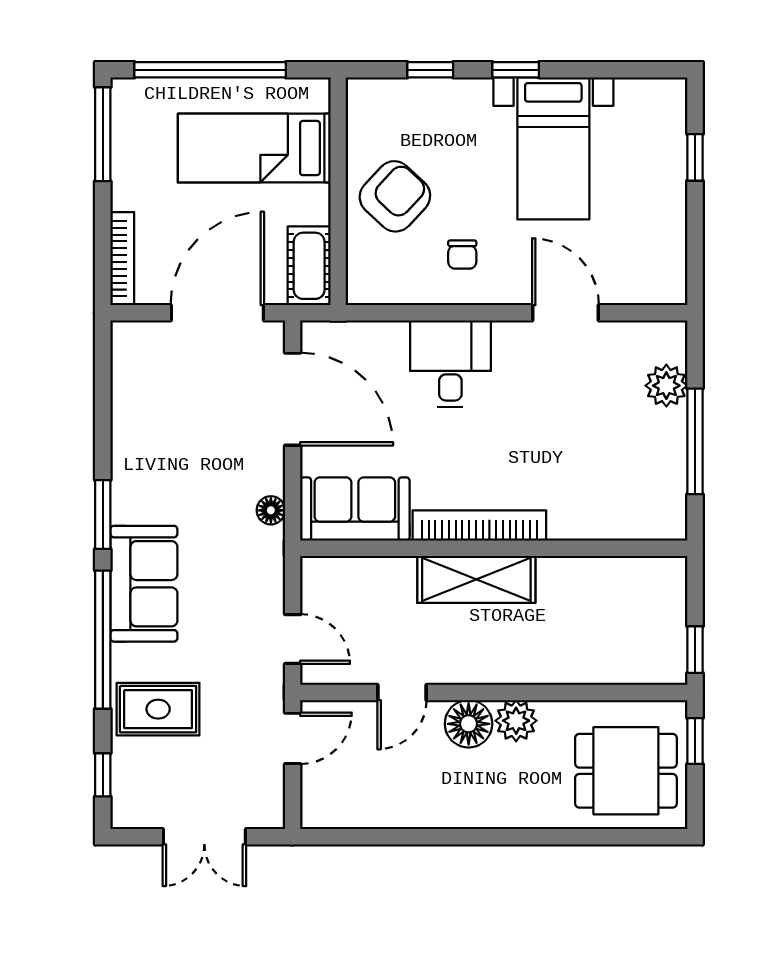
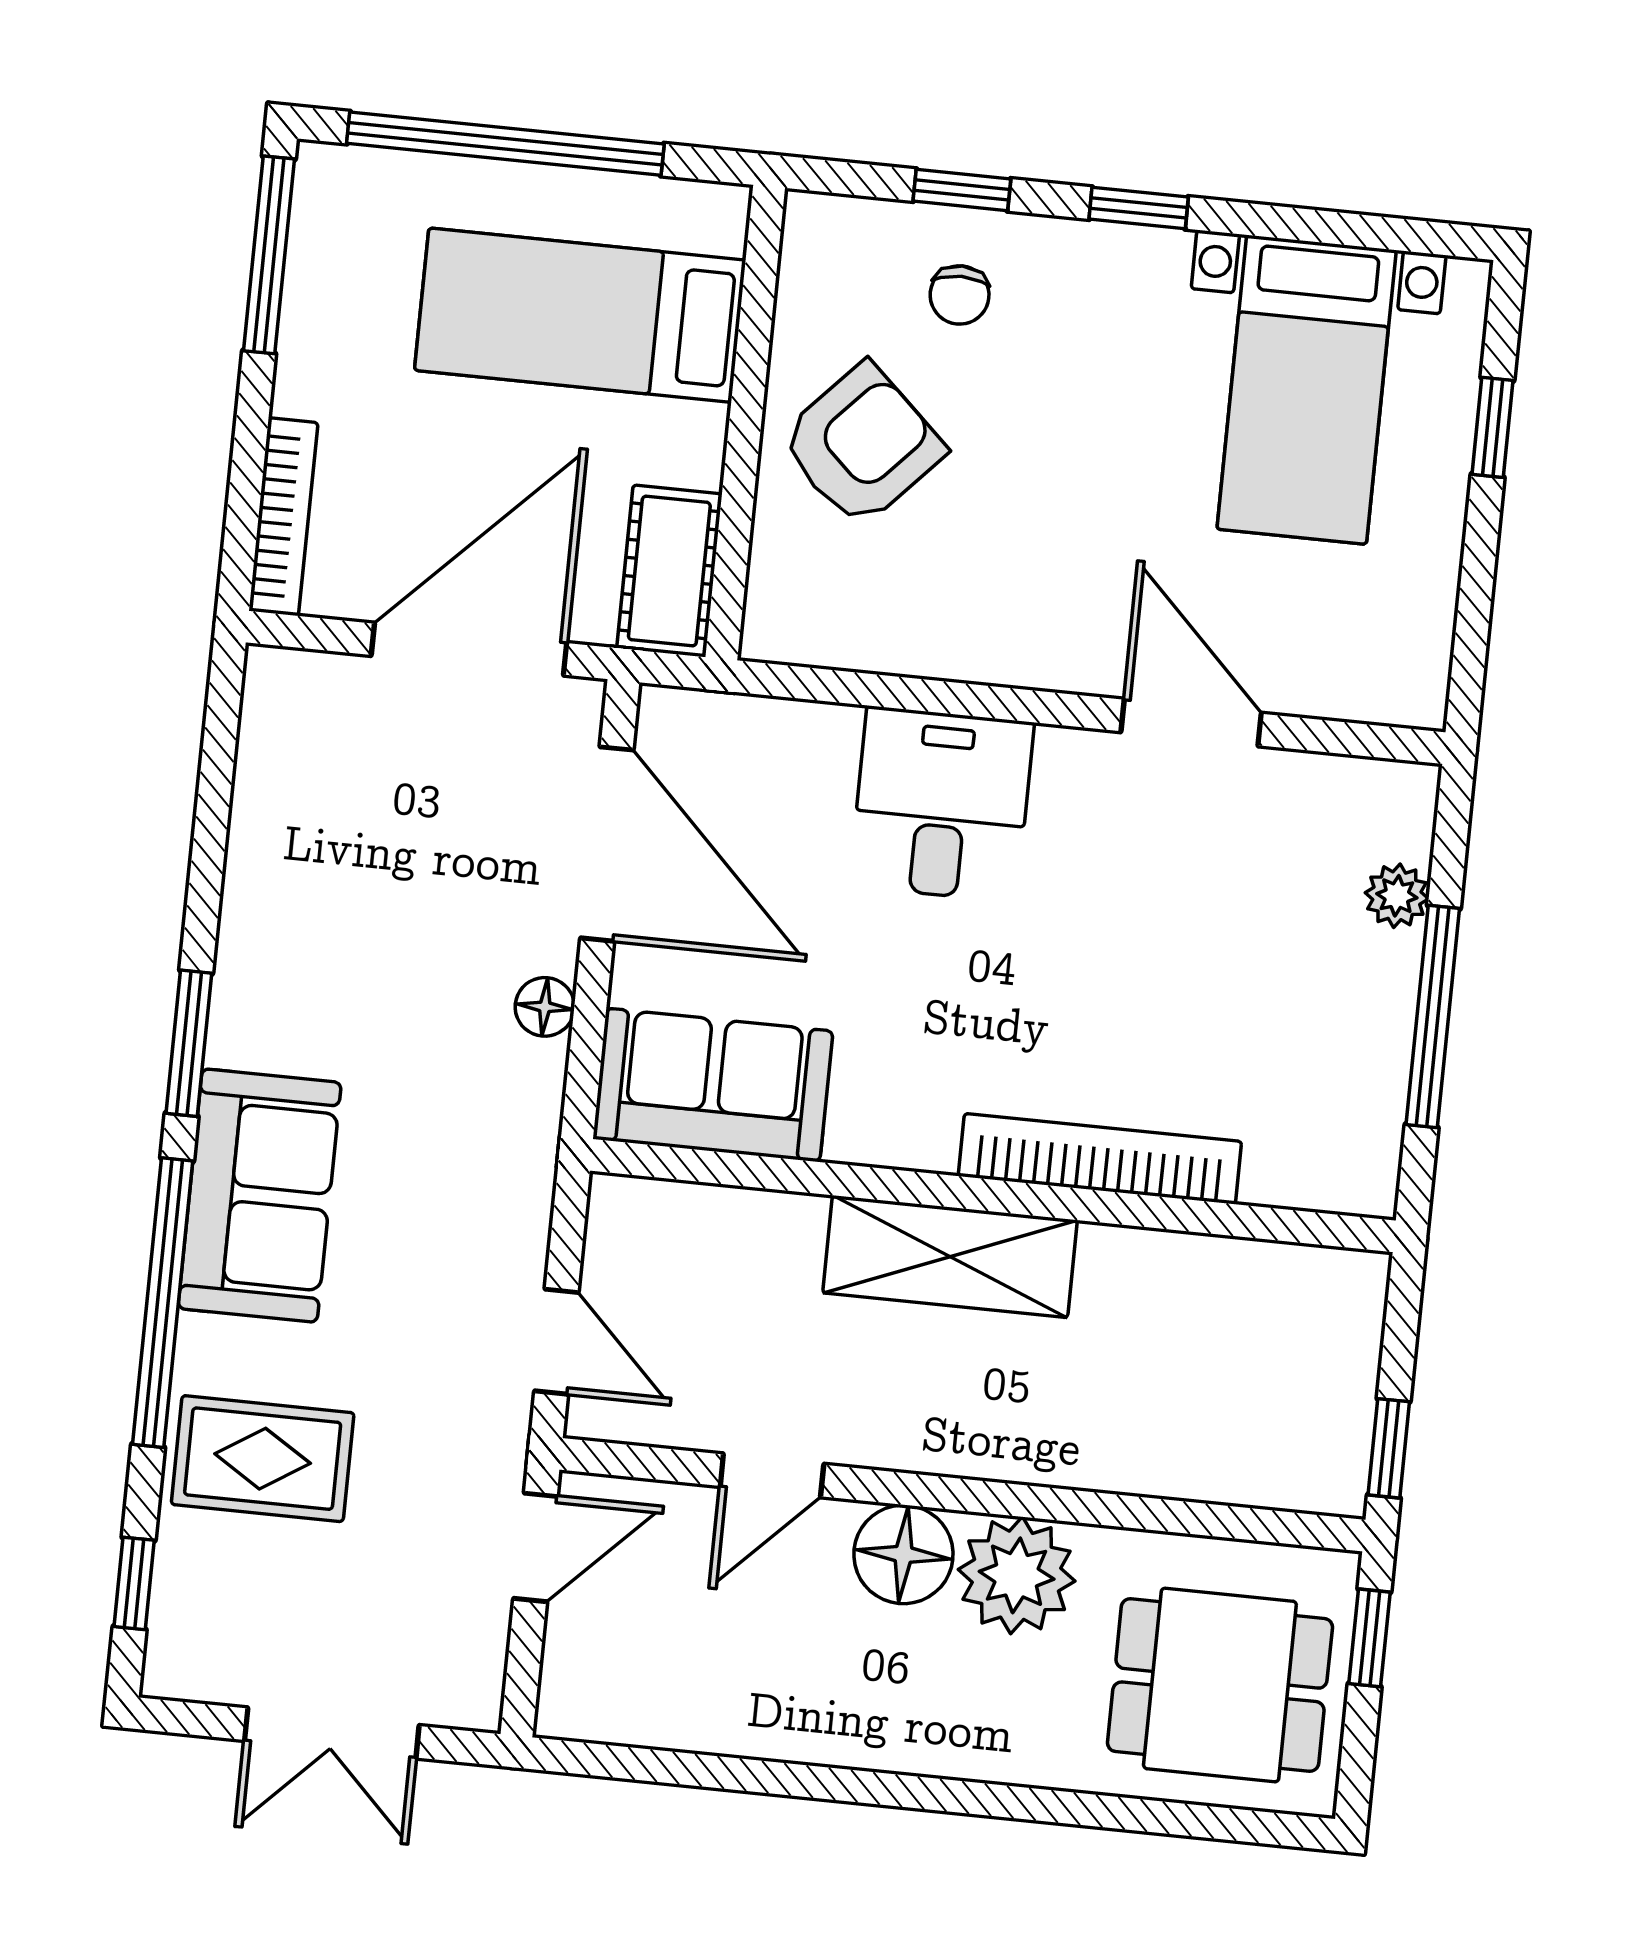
bed with nightstands: (553, 148) -> (1307, 390), moved
chair: (462, 255) -> (960, 295), moved
plant: (666, 386) -> (1397, 896), width x0.73, depth x0.73
floor lamp: (271, 510) -> (545, 1007), moved
bookcase: (479, 525) -> (1100, 1159), moved
plant: (516, 721) -> (1017, 1575), width x1.36, depth x1.36

